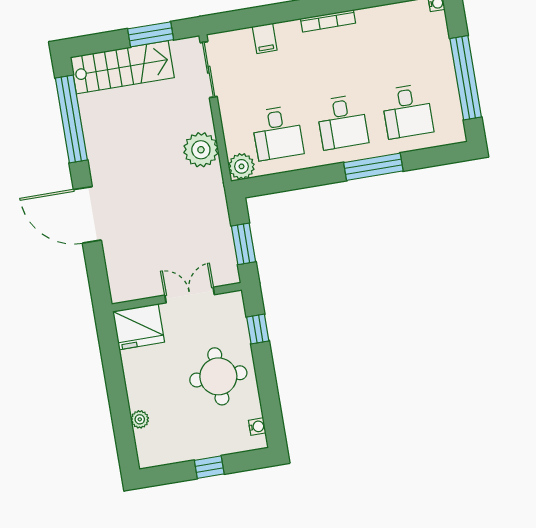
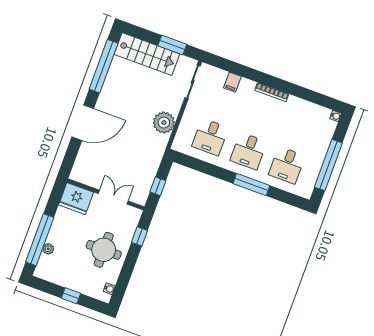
plant: (241, 166) -> (181, 144), removed
door: (87, 215) -> (83, 123), swing flipped
window: (244, 244) -> (158, 186), width x0.67
window: (121, 413) -> (40, 240), added

